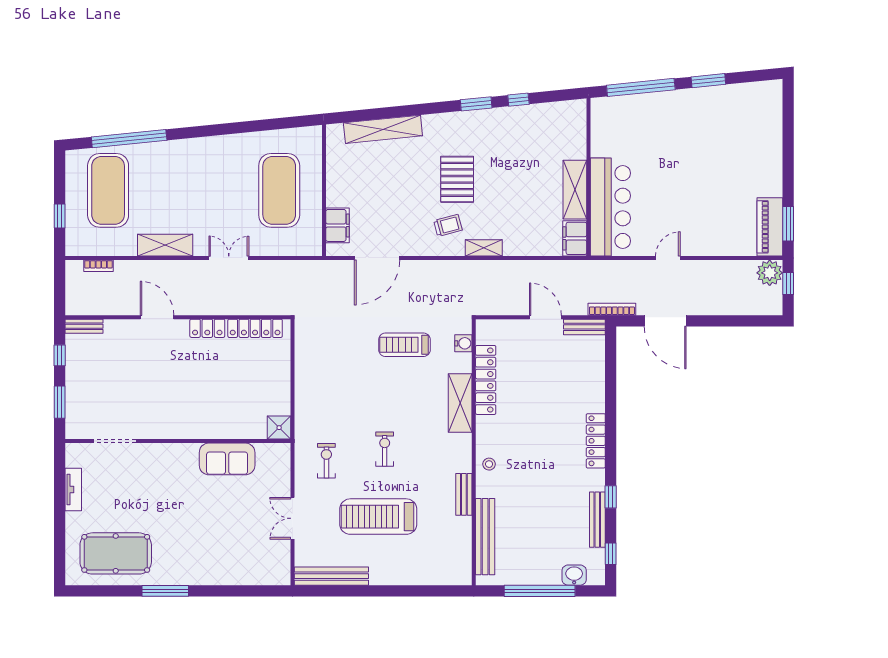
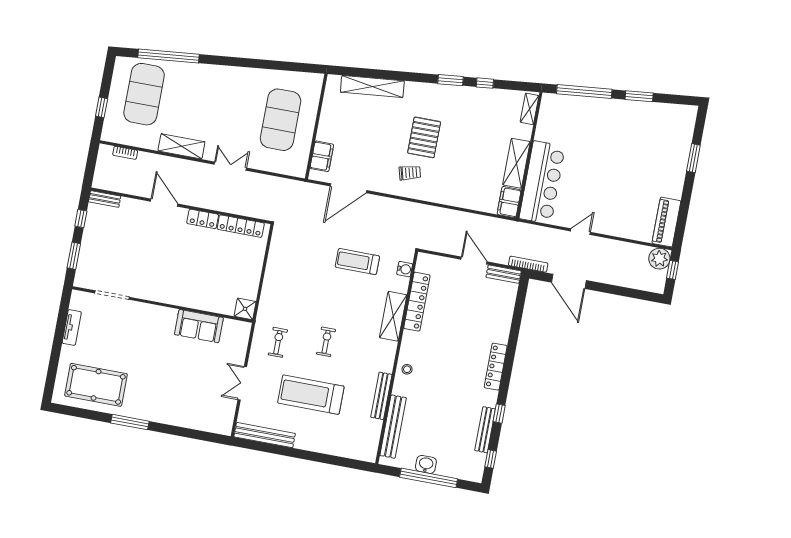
window: (788, 224) -> (693, 158), moved
shelving: (484, 248) -> (529, 109), moved, turned 90
bench: (464, 494) -> (381, 396), width x1.36
washbasin: (574, 575) -> (426, 464), moved

